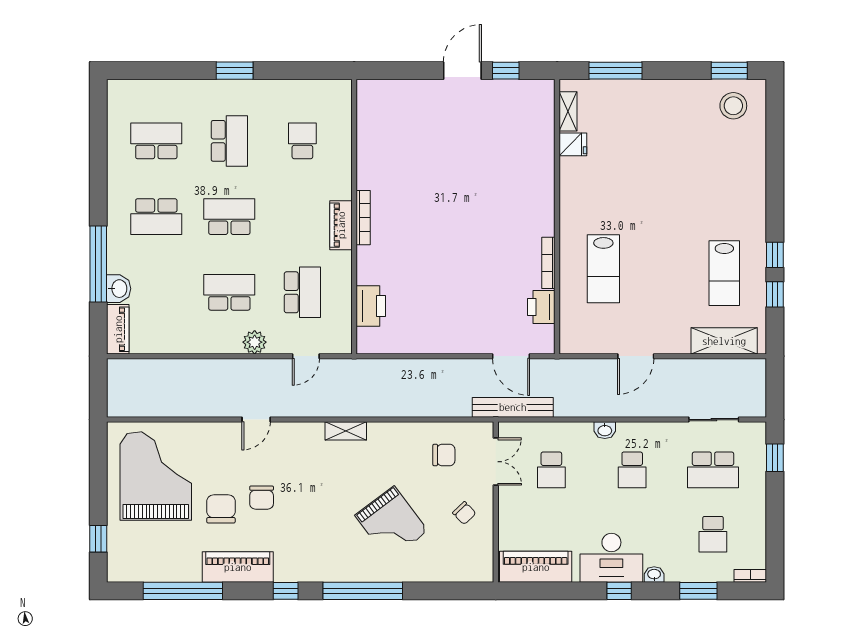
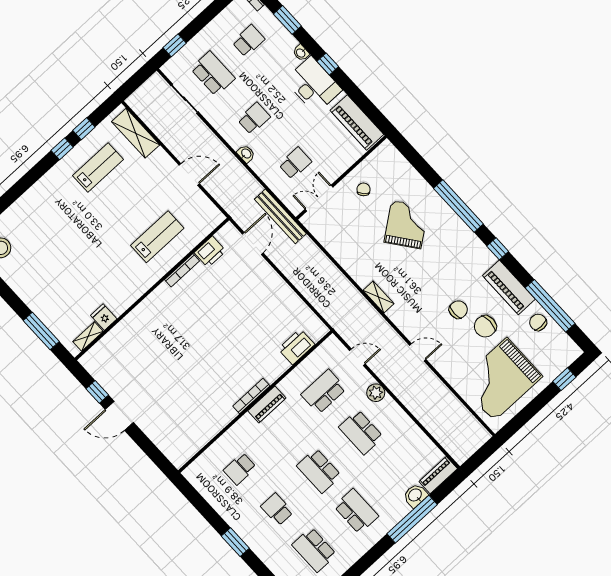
school desk: (229, 141) -> (277, 509), width x0.54
chair: (444, 455) -> (538, 322), moved

